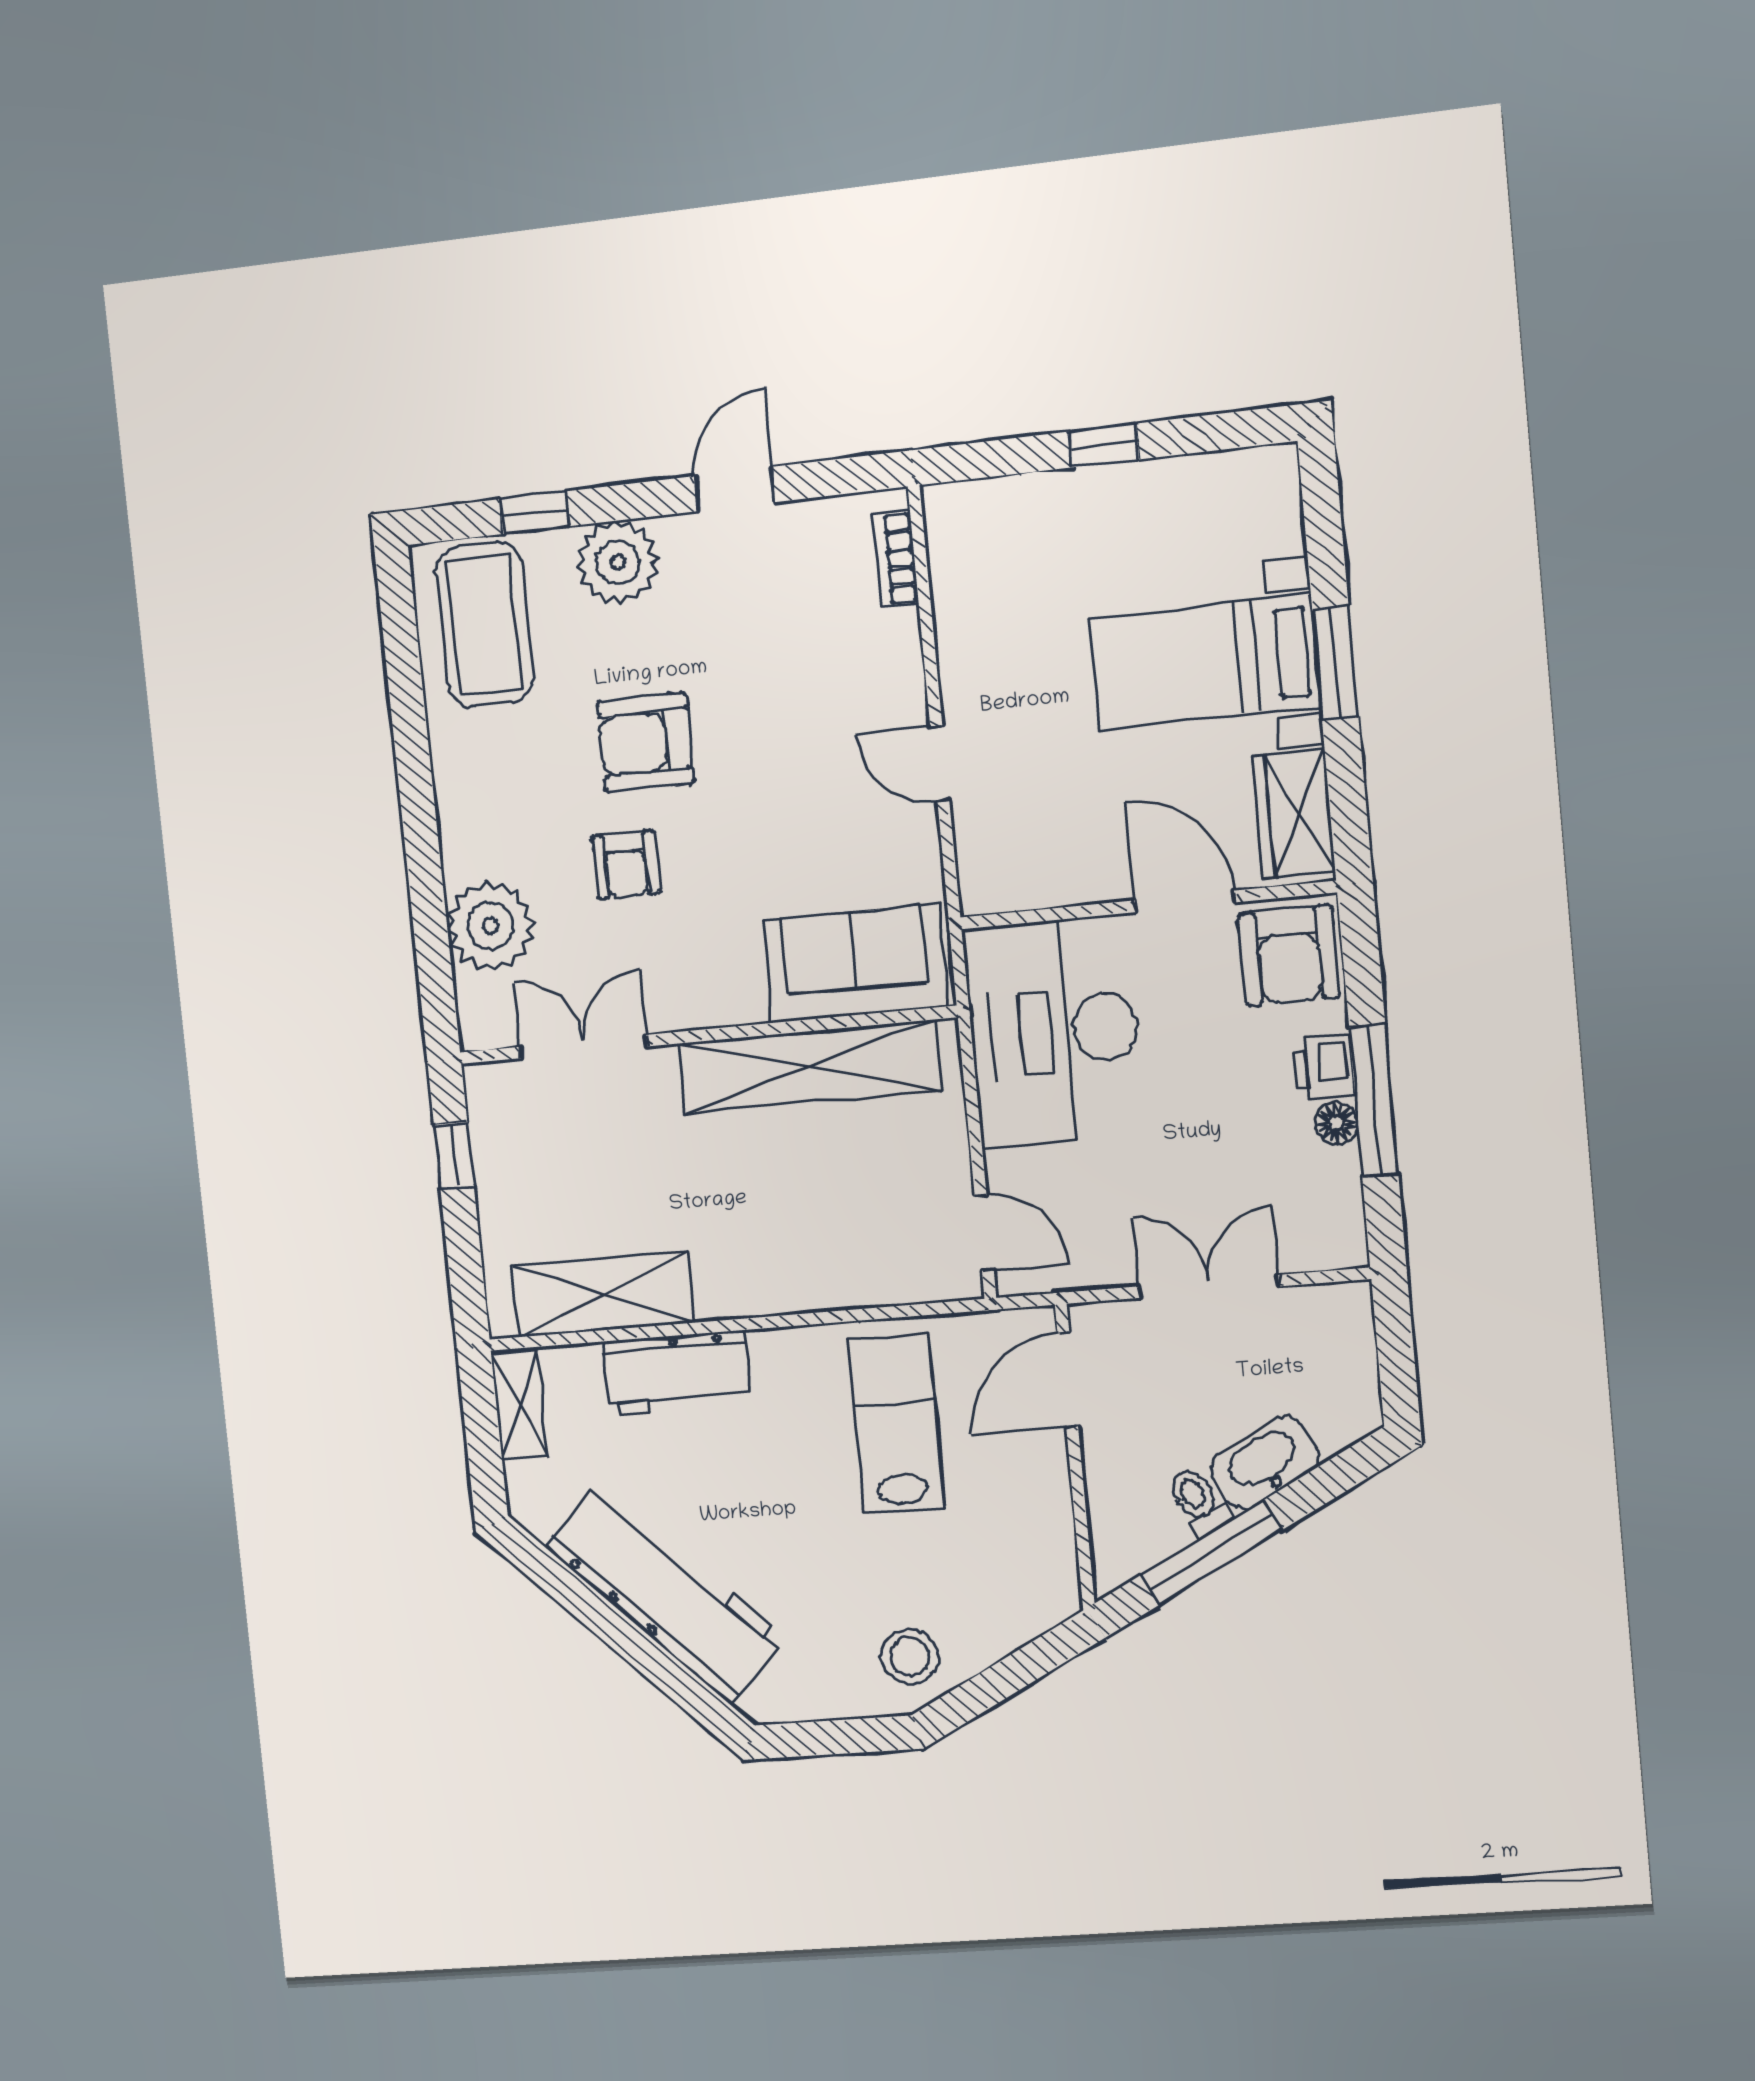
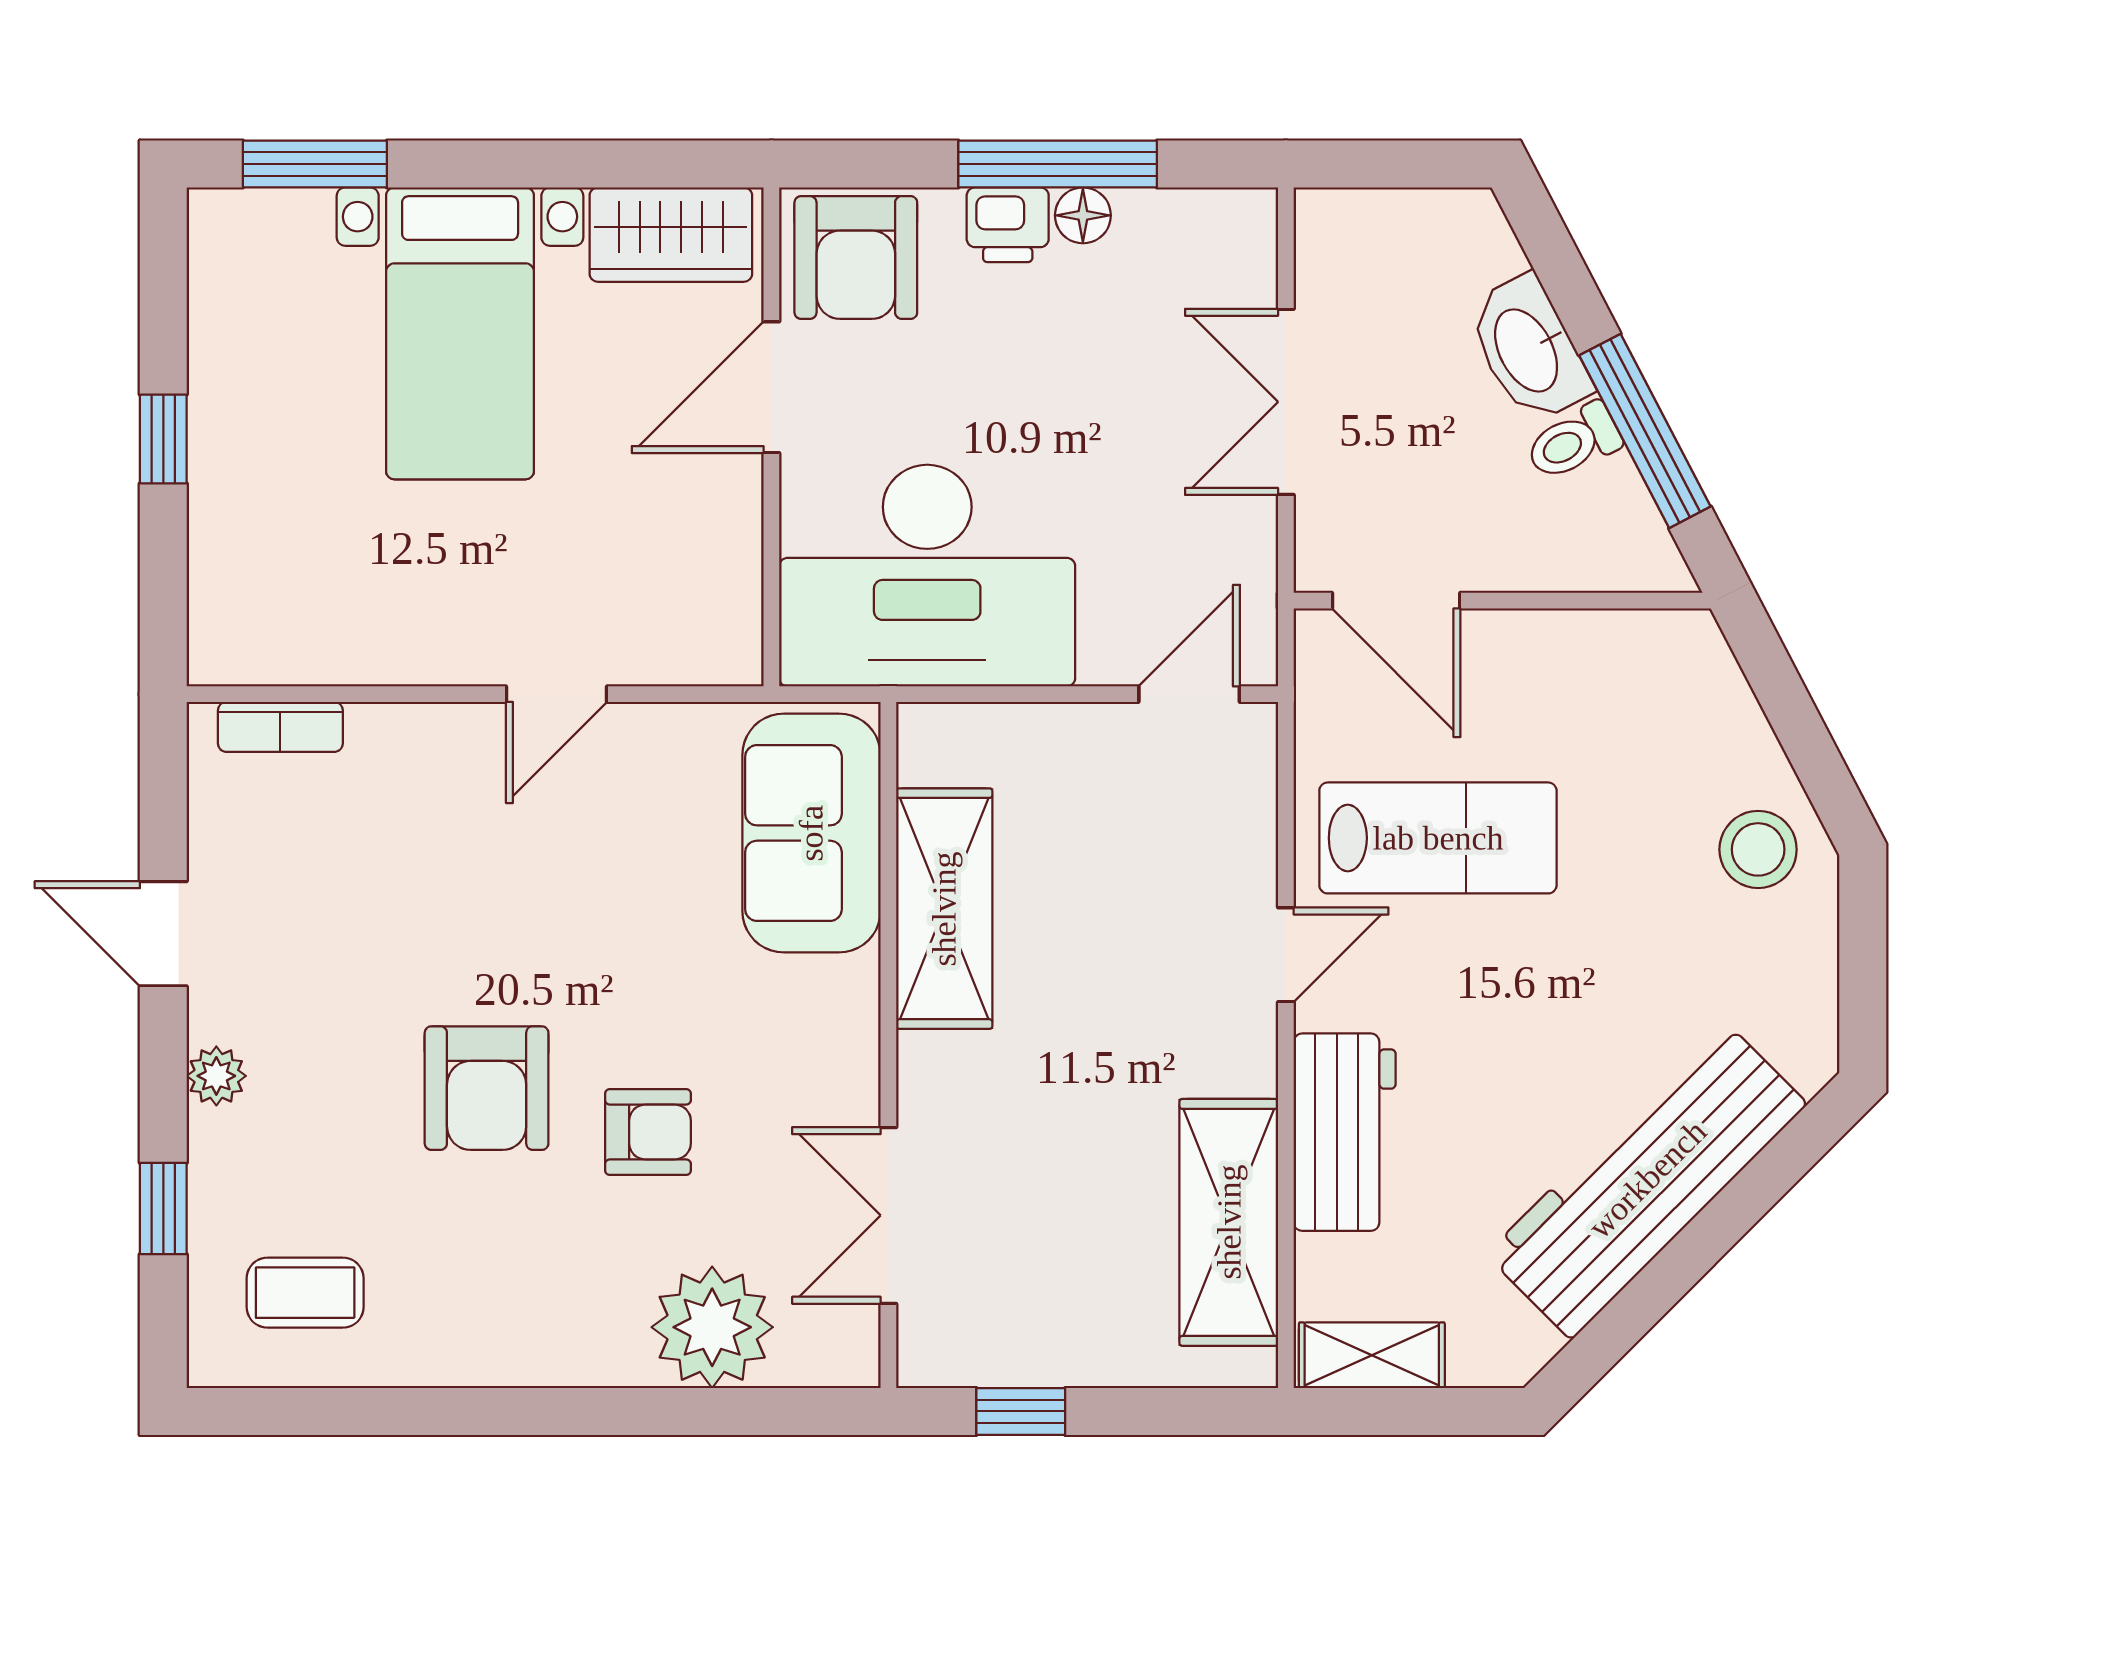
plant: (618, 562) -> (216, 1076), width x0.53, depth x0.53
coffee table: (485, 625) -> (305, 1293), width x0.54, depth x0.58
window: (1335, 663) -> (315, 164), moved
armchair: (1289, 955) -> (856, 258), turned 90
shelving: (810, 1067) -> (944, 909), width x0.68
door: (800, 1320) -> (1286, 955), added
lab bench: (896, 1424) -> (1438, 838), turned 180

